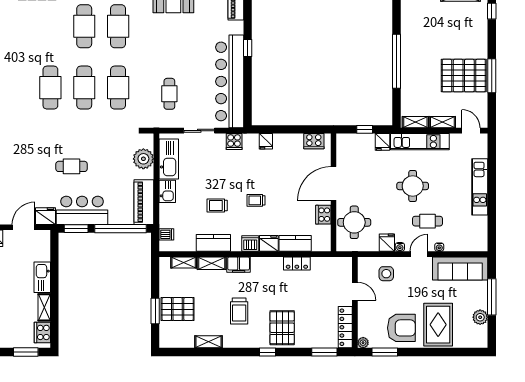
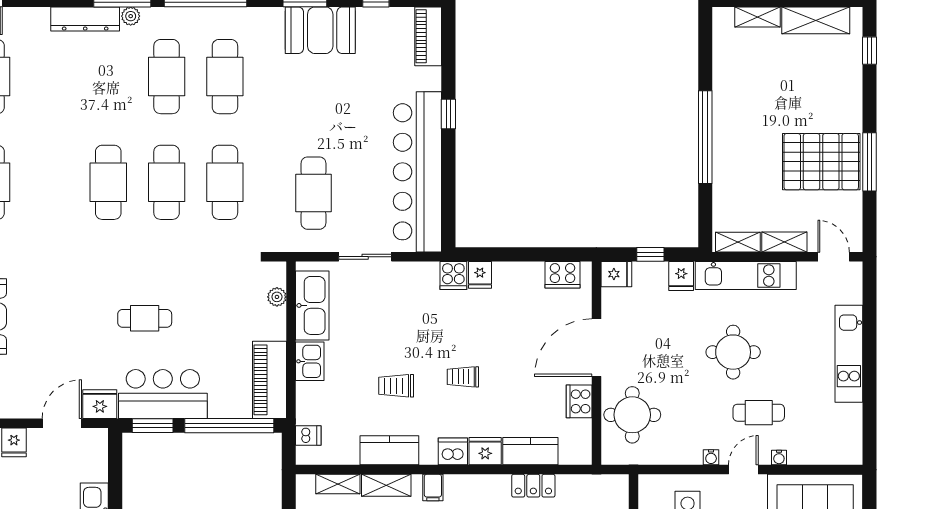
cafe table: (169, 94) -> (313, 193), width x1.37, depth x1.35
cooker: (234, 142) -> (453, 275), moved
plant: (143, 159) -> (277, 297), width x0.53, depth x0.53
fridge: (387, 243) -> (616, 274), moved, turned 90
filing cabinet: (239, 265) -> (433, 488), width x0.50

